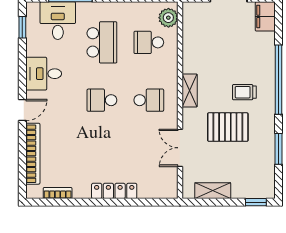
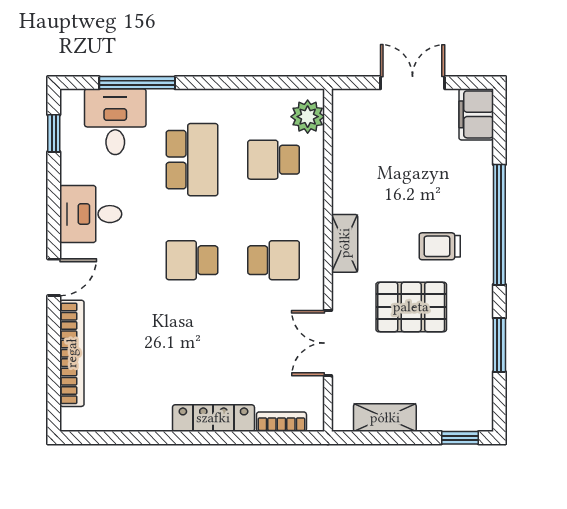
bookcase: (58, 193) -> (281, 422), moved

